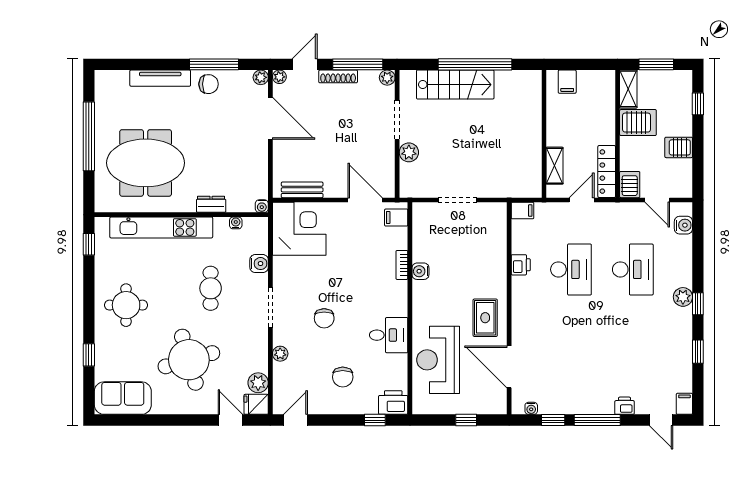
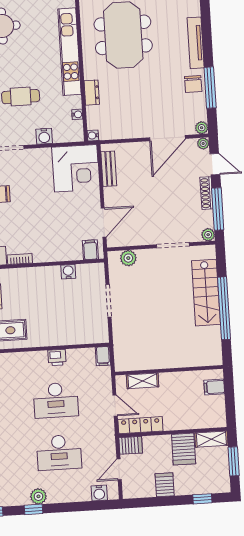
plant: (409, 152) -> (128, 258), moved
bookcase: (402, 265) -> (20, 259), moved
water cooler: (420, 271) -> (68, 272), moved

